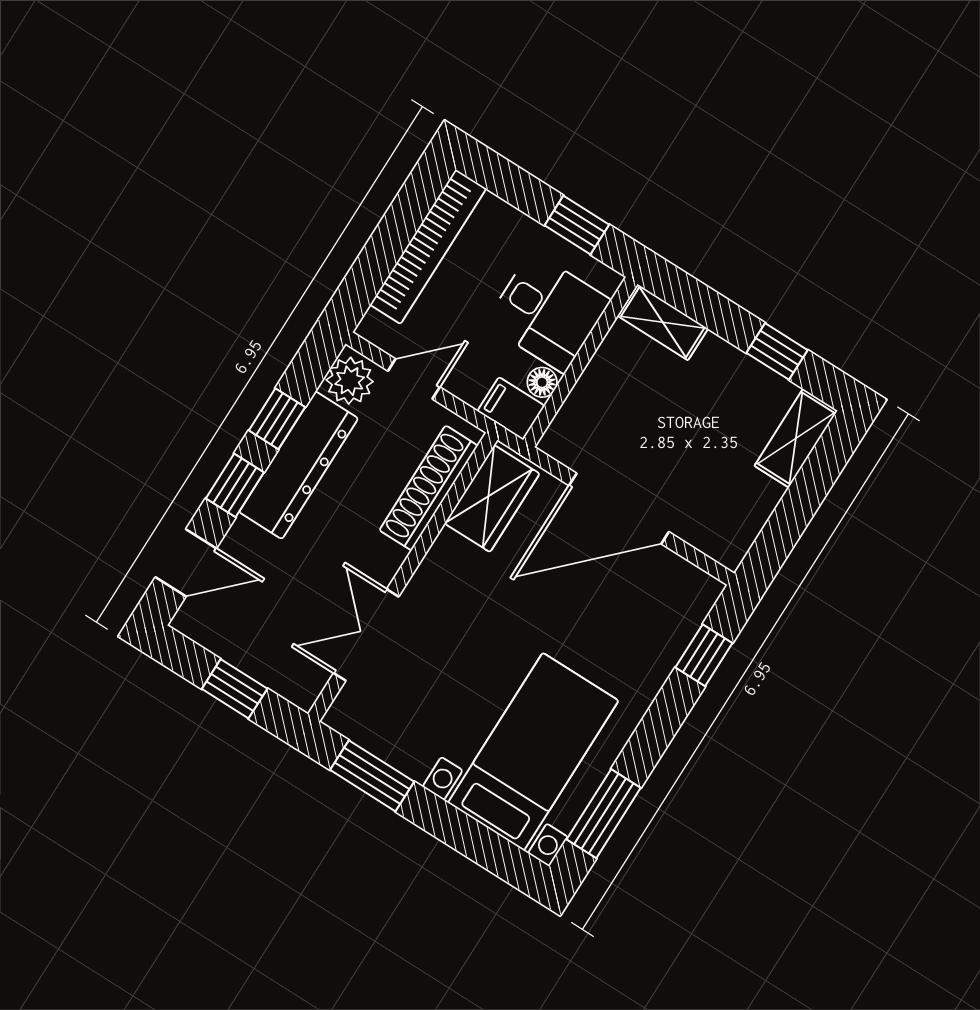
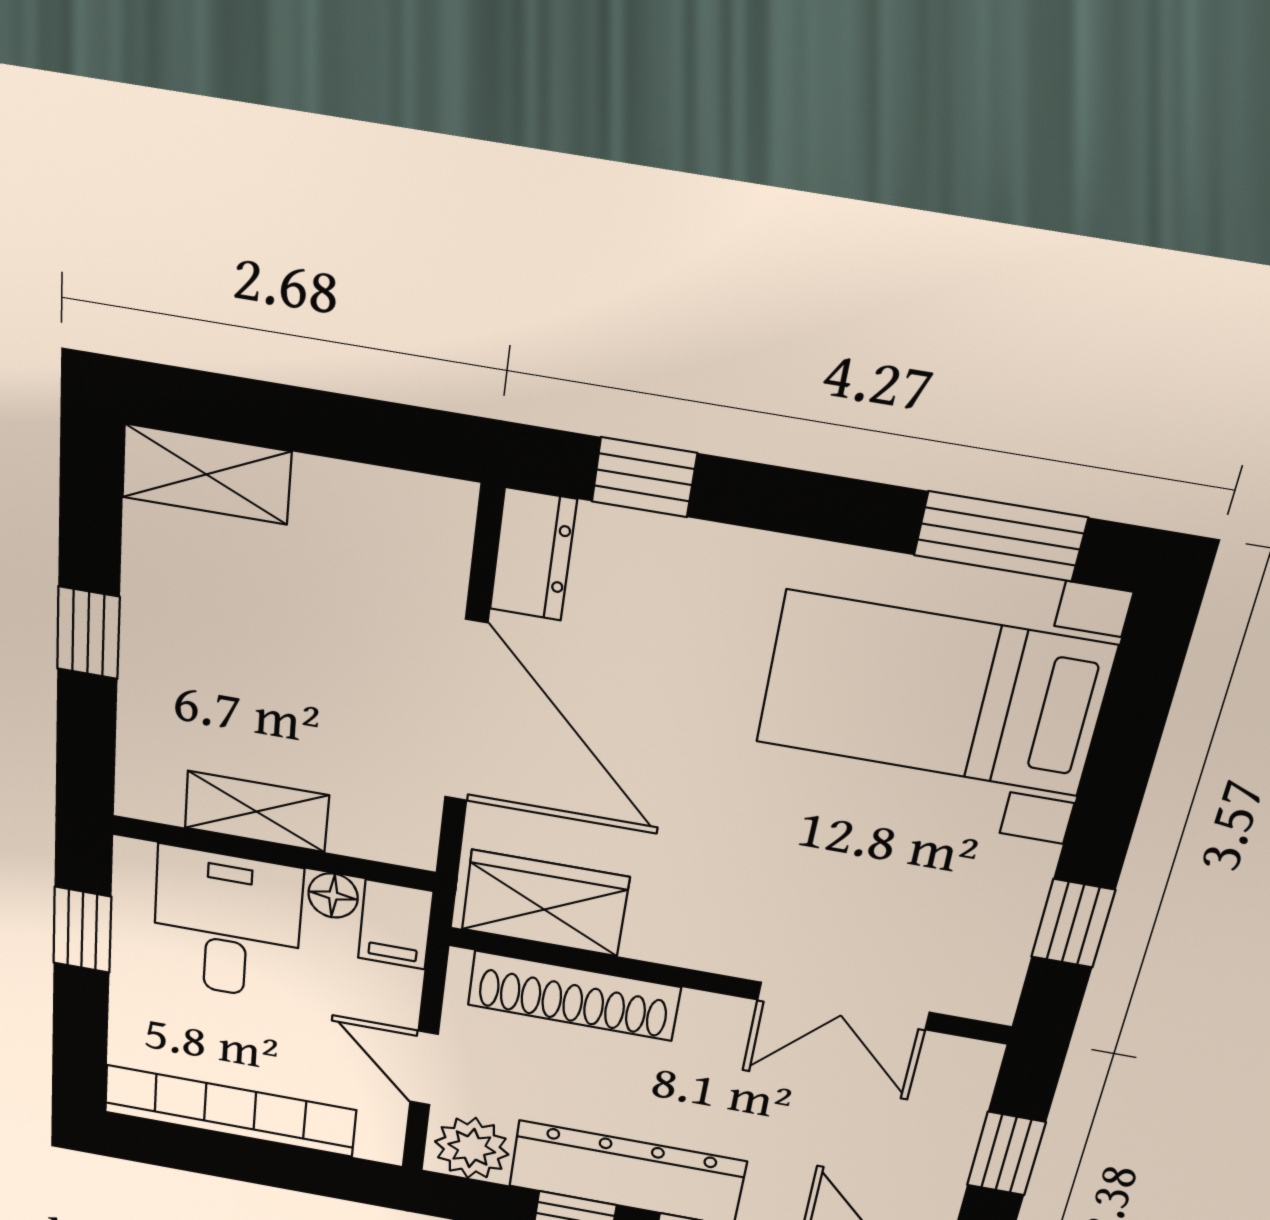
shelving: (663, 322) -> (257, 812), moved, turned 90
window: (777, 351) -> (88, 633), moved
dresser: (688, 583) -> (533, 555), added
window: (372, 776) -> (1073, 923), width x0.67

